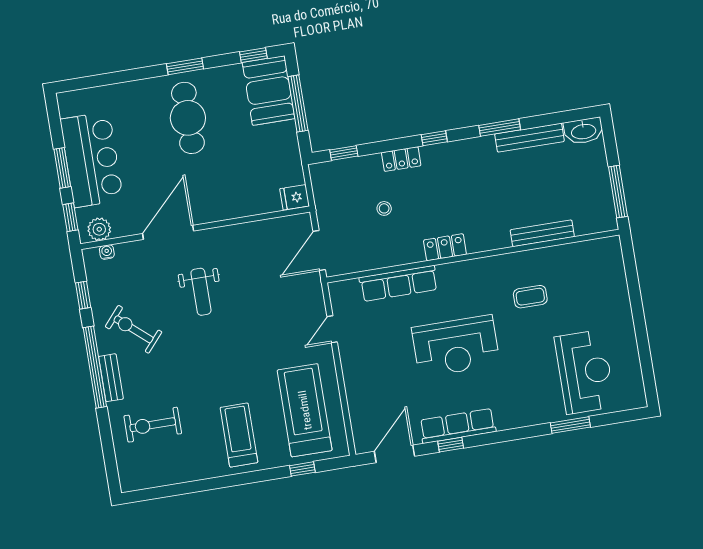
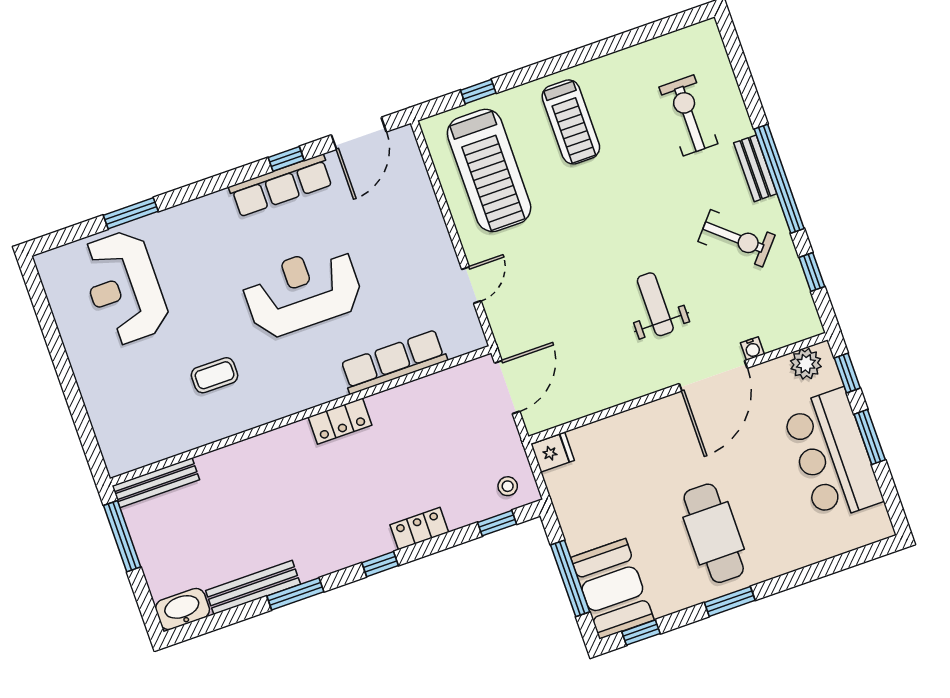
stool: (384, 208) -> (508, 486), moved
bench: (542, 233) -> (156, 483), moved
water cooler: (107, 252) -> (752, 349), moved
exercise bike: (153, 425) -> (688, 115), turned -90

